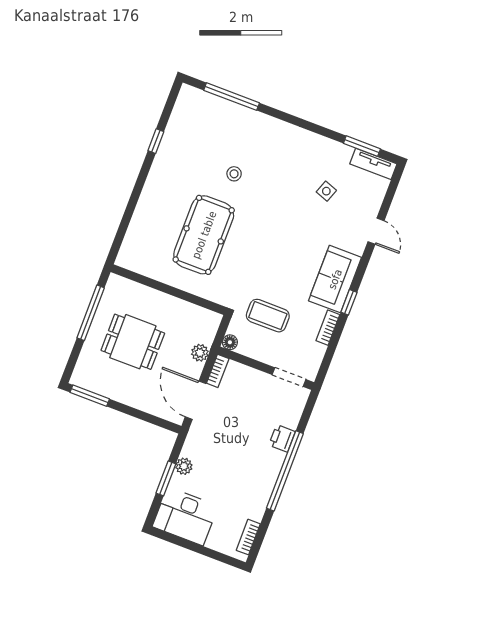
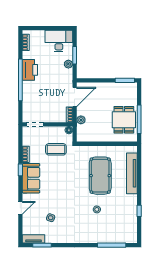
tv unit: (143, 217) -> (132, 173), added
door: (376, 231) -> (20, 208), swing flipped
dining table: (133, 342) -> (124, 120), moved, turned 90
door: (196, 400) -> (75, 97), hinge flipped
printer: (282, 438) -> (30, 70), moved, width x1.87, depth x1.48

